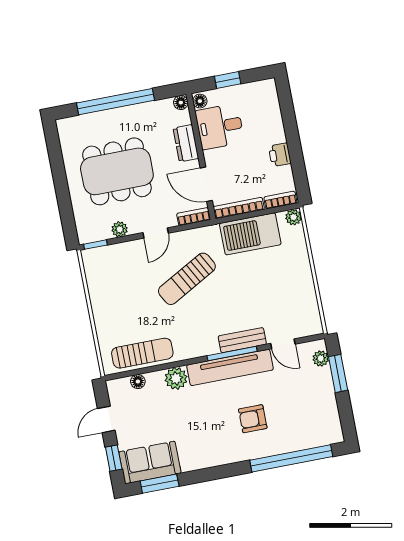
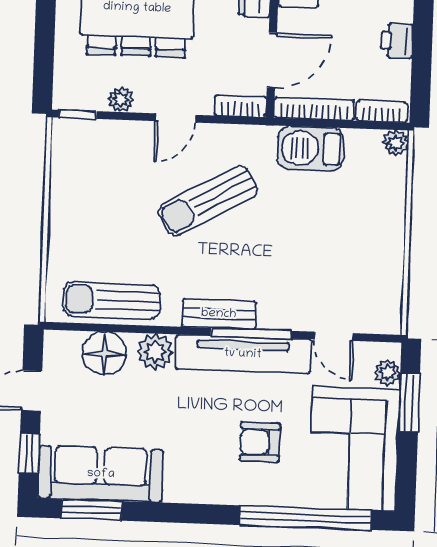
door: (206, 184) -> (272, 60), swing flipped
barbecue: (250, 234) -> (311, 148), width x0.73, depth x0.83
bench: (242, 340) -> (219, 314), moved
sun lounger: (142, 353) -> (112, 300), turned 180
floor lamp: (138, 382) -> (104, 353), width x1.89, depth x1.89
corner sofa: (311, 409) -> (354, 448), added
sofa: (150, 462) -> (101, 474), width x1.36

